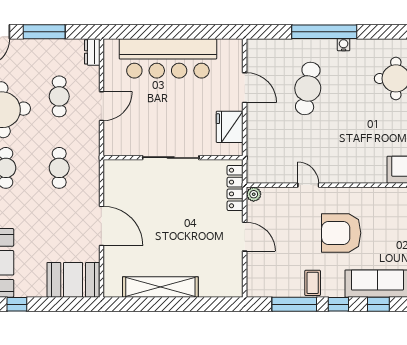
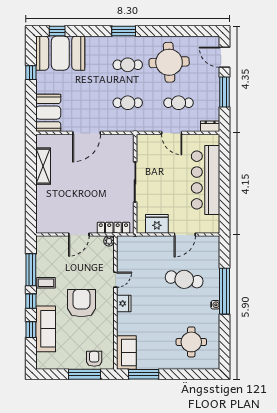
fridge: (342, 173) -> (124, 303), added
shelving: (160, 287) -> (43, 166), width x0.68

